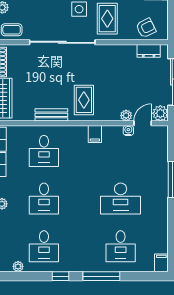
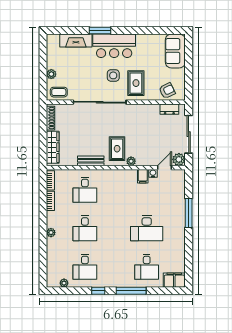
plant: (126, 115) -> (131, 161), moved
filing cabinet: (95, 134) -> (143, 176), moved
filing cabinet: (161, 263) -> (174, 280), width x2.00

